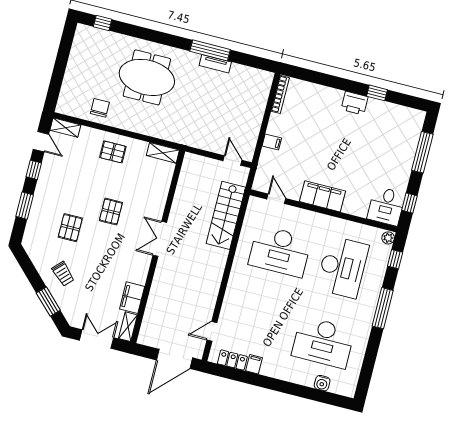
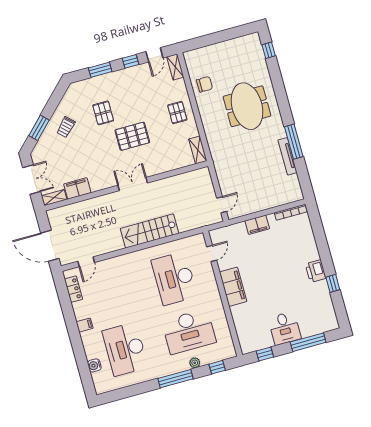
tv unit: (215, 64) -> (287, 156), width x1.41
filing cabinet: (272, 142) -> (257, 225), width x2.00
desk: (386, 206) -> (285, 328), moved, turned -90
pallet: (111, 212) -> (132, 136), width x1.50, depth x1.42
stairs: (226, 215) -> (150, 231), moved
pallet: (70, 228) -> (103, 113), turned 90
plant: (388, 238) -> (195, 363), moved
door: (212, 331) -> (86, 262), swing flipped
filing cabinet: (254, 364) -> (85, 325), moved

